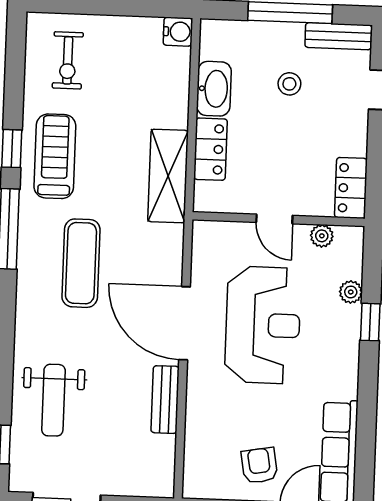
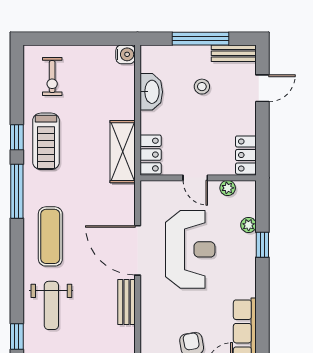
locker: (211, 149) -> (151, 155), moved
treadmill: (55, 156) -> (46, 141), turned 180
exercise mat: (81, 263) -> (50, 236), moved

